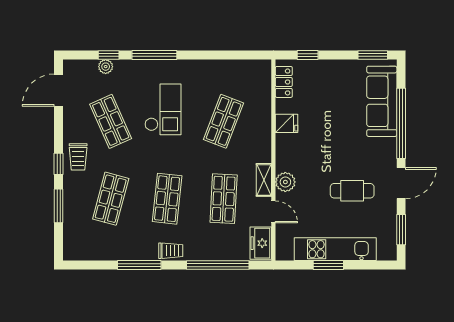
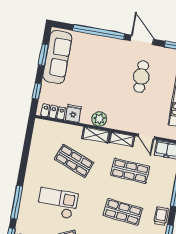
window: (373, 55) -> (43, 55), moved
sofa: (382, 101) -> (57, 57), moved, turned -90
fridge: (287, 123) -> (73, 113), moved
shelving: (263, 144) -> (96, 135), added
plant: (285, 182) -> (99, 119), moved
door: (273, 212) -> (146, 136), swing flipped

